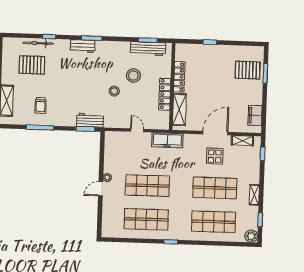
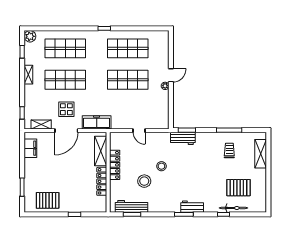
pallet: (248, 70) -> (48, 200), moved
freezer: (167, 140) -> (97, 122), moved

